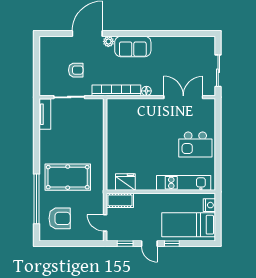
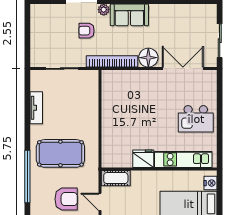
armchair: (76, 70) -> (86, 31), moved, turned 180
floor lamp: (146, 91) -> (148, 58), width x1.89, depth x1.89
tv unit: (45, 114) -> (36, 108), moved
fridge: (125, 182) -> (143, 159), moved
armchair: (60, 218) -> (66, 199), moved

